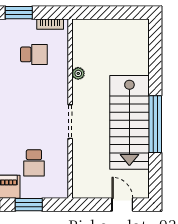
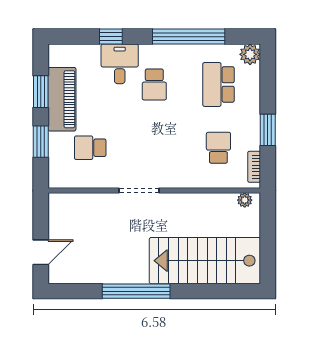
school desk: (34, 54) -> (218, 148), turned 180
plant: (78, 73) -> (245, 200), moved
stairs: (129, 122) -> (205, 261), moved

